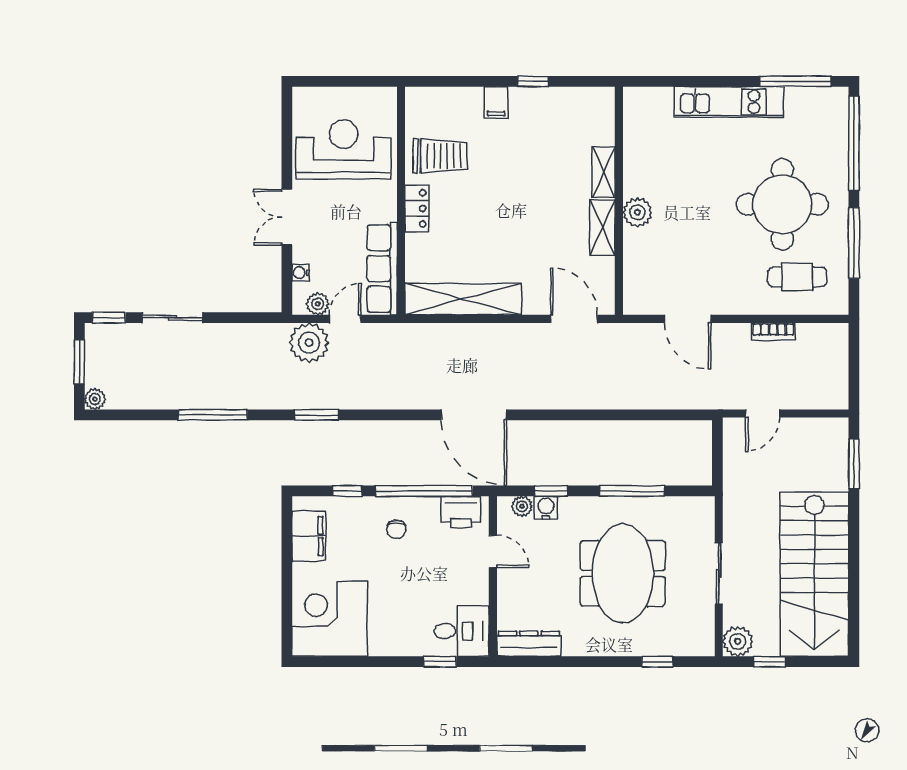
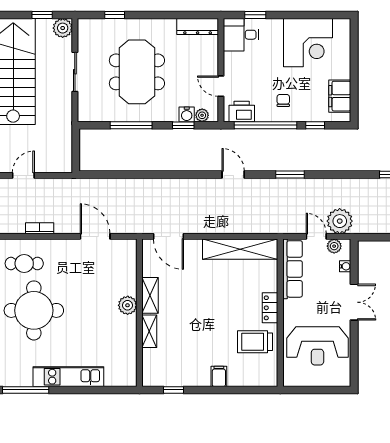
window: (533, 81) -> (174, 390), moved
door: (345, 319) -> (316, 236), swing flipped
door: (763, 413) -> (23, 175), moved
window: (317, 415) -> (290, 174), moved
door: (474, 415) -> (233, 174), width x0.53
corner desk: (330, 619) -> (308, 43), moved

